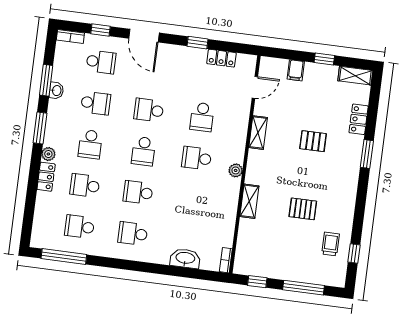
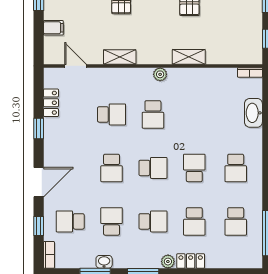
school desk: (101, 62) -> (70, 221), turned -90
school desk: (138, 192) -> (194, 168), turned 180

